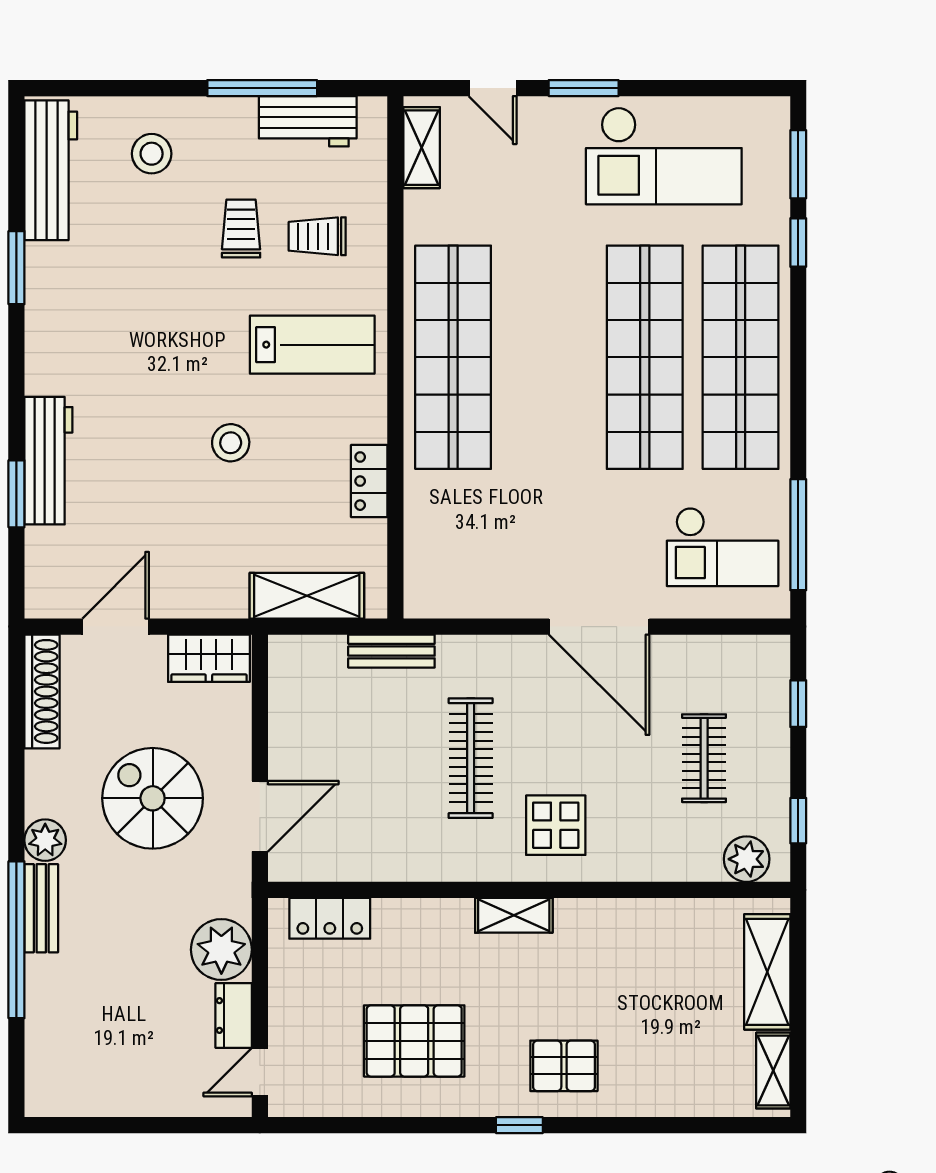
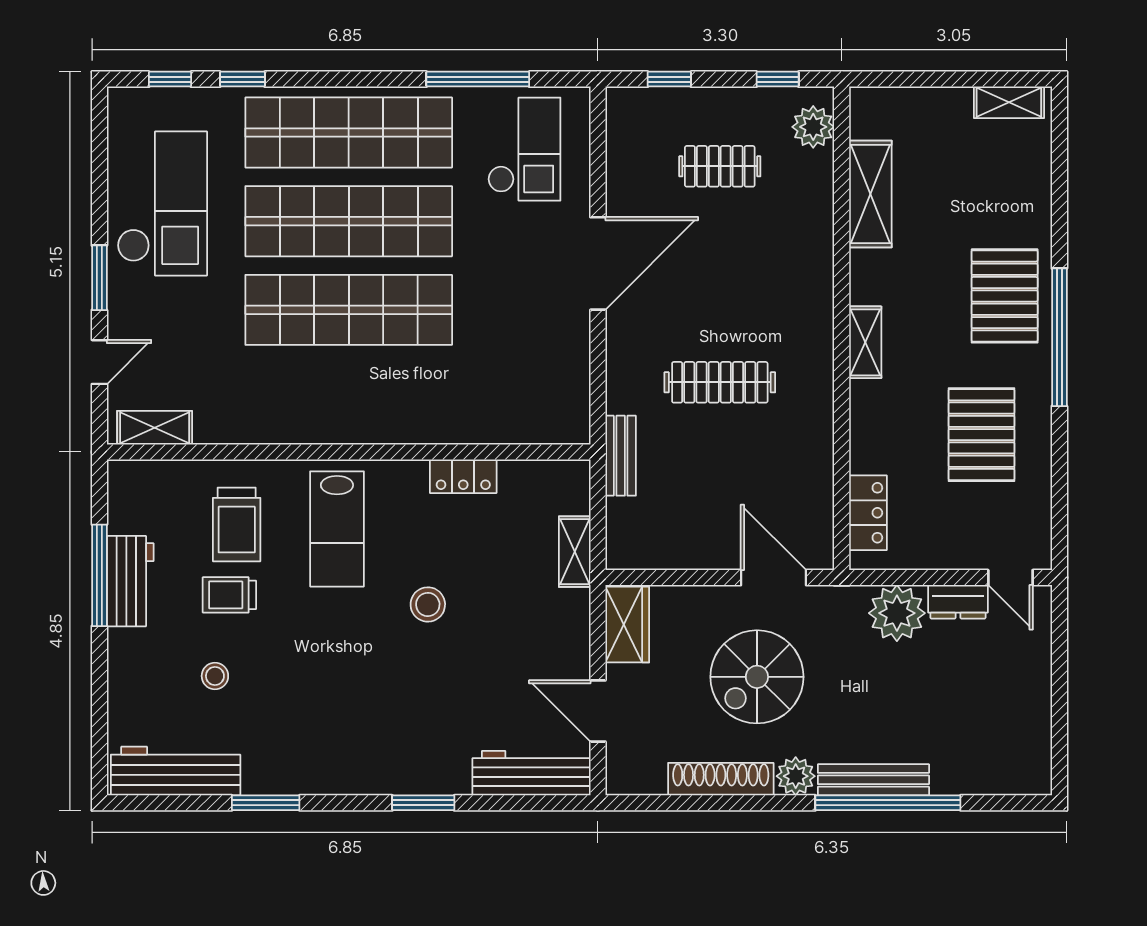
workbench: (308, 121) -> (130, 581), moved
stool: (152, 154) -> (215, 676), moved, width x0.73, depth x0.73
window: (798, 164) -> (170, 79), width x0.67
trolley: (317, 236) -> (237, 524), width x1.36, depth x1.39
lab bench: (312, 345) -> (337, 529), turned 180
shop shelf: (453, 357) -> (349, 310), moved
workbench: (48, 461) -> (531, 773), moved
window: (16, 494) -> (423, 803), moved
window: (798, 535) -> (478, 79), moved
shelving: (307, 596) -> (575, 552), width x0.67, depth x0.75
shoe rack: (42, 691) -> (721, 779), moved
display table: (556, 825) -> (782, 304), removed
bench: (41, 908) -> (873, 780), width x1.36
shelving: (767, 972) -> (870, 194), moved, turned 90
pallet: (564, 1066) -> (1005, 296), width x1.50, depth x1.42
window: (519, 1125) -> (1059, 337), width x3.17

